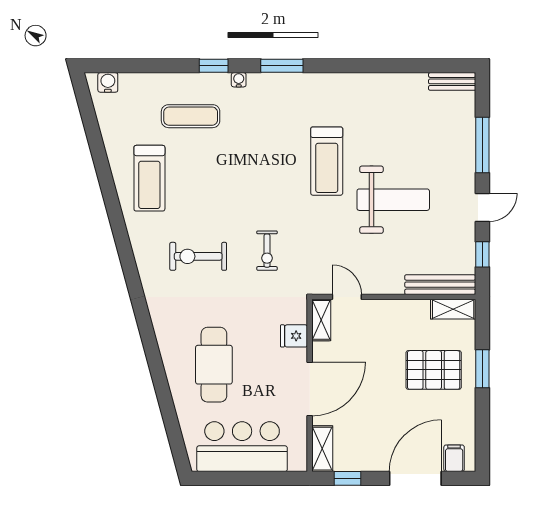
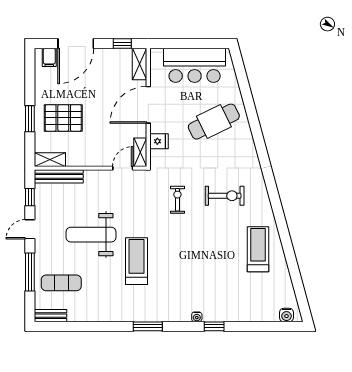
window: (282, 66) -> (148, 326), moved
exercise mat: (191, 116) -> (61, 283), moved
door: (347, 297) -> (123, 168), swing flipped
cafe table: (214, 365) -> (214, 122), turned 64

